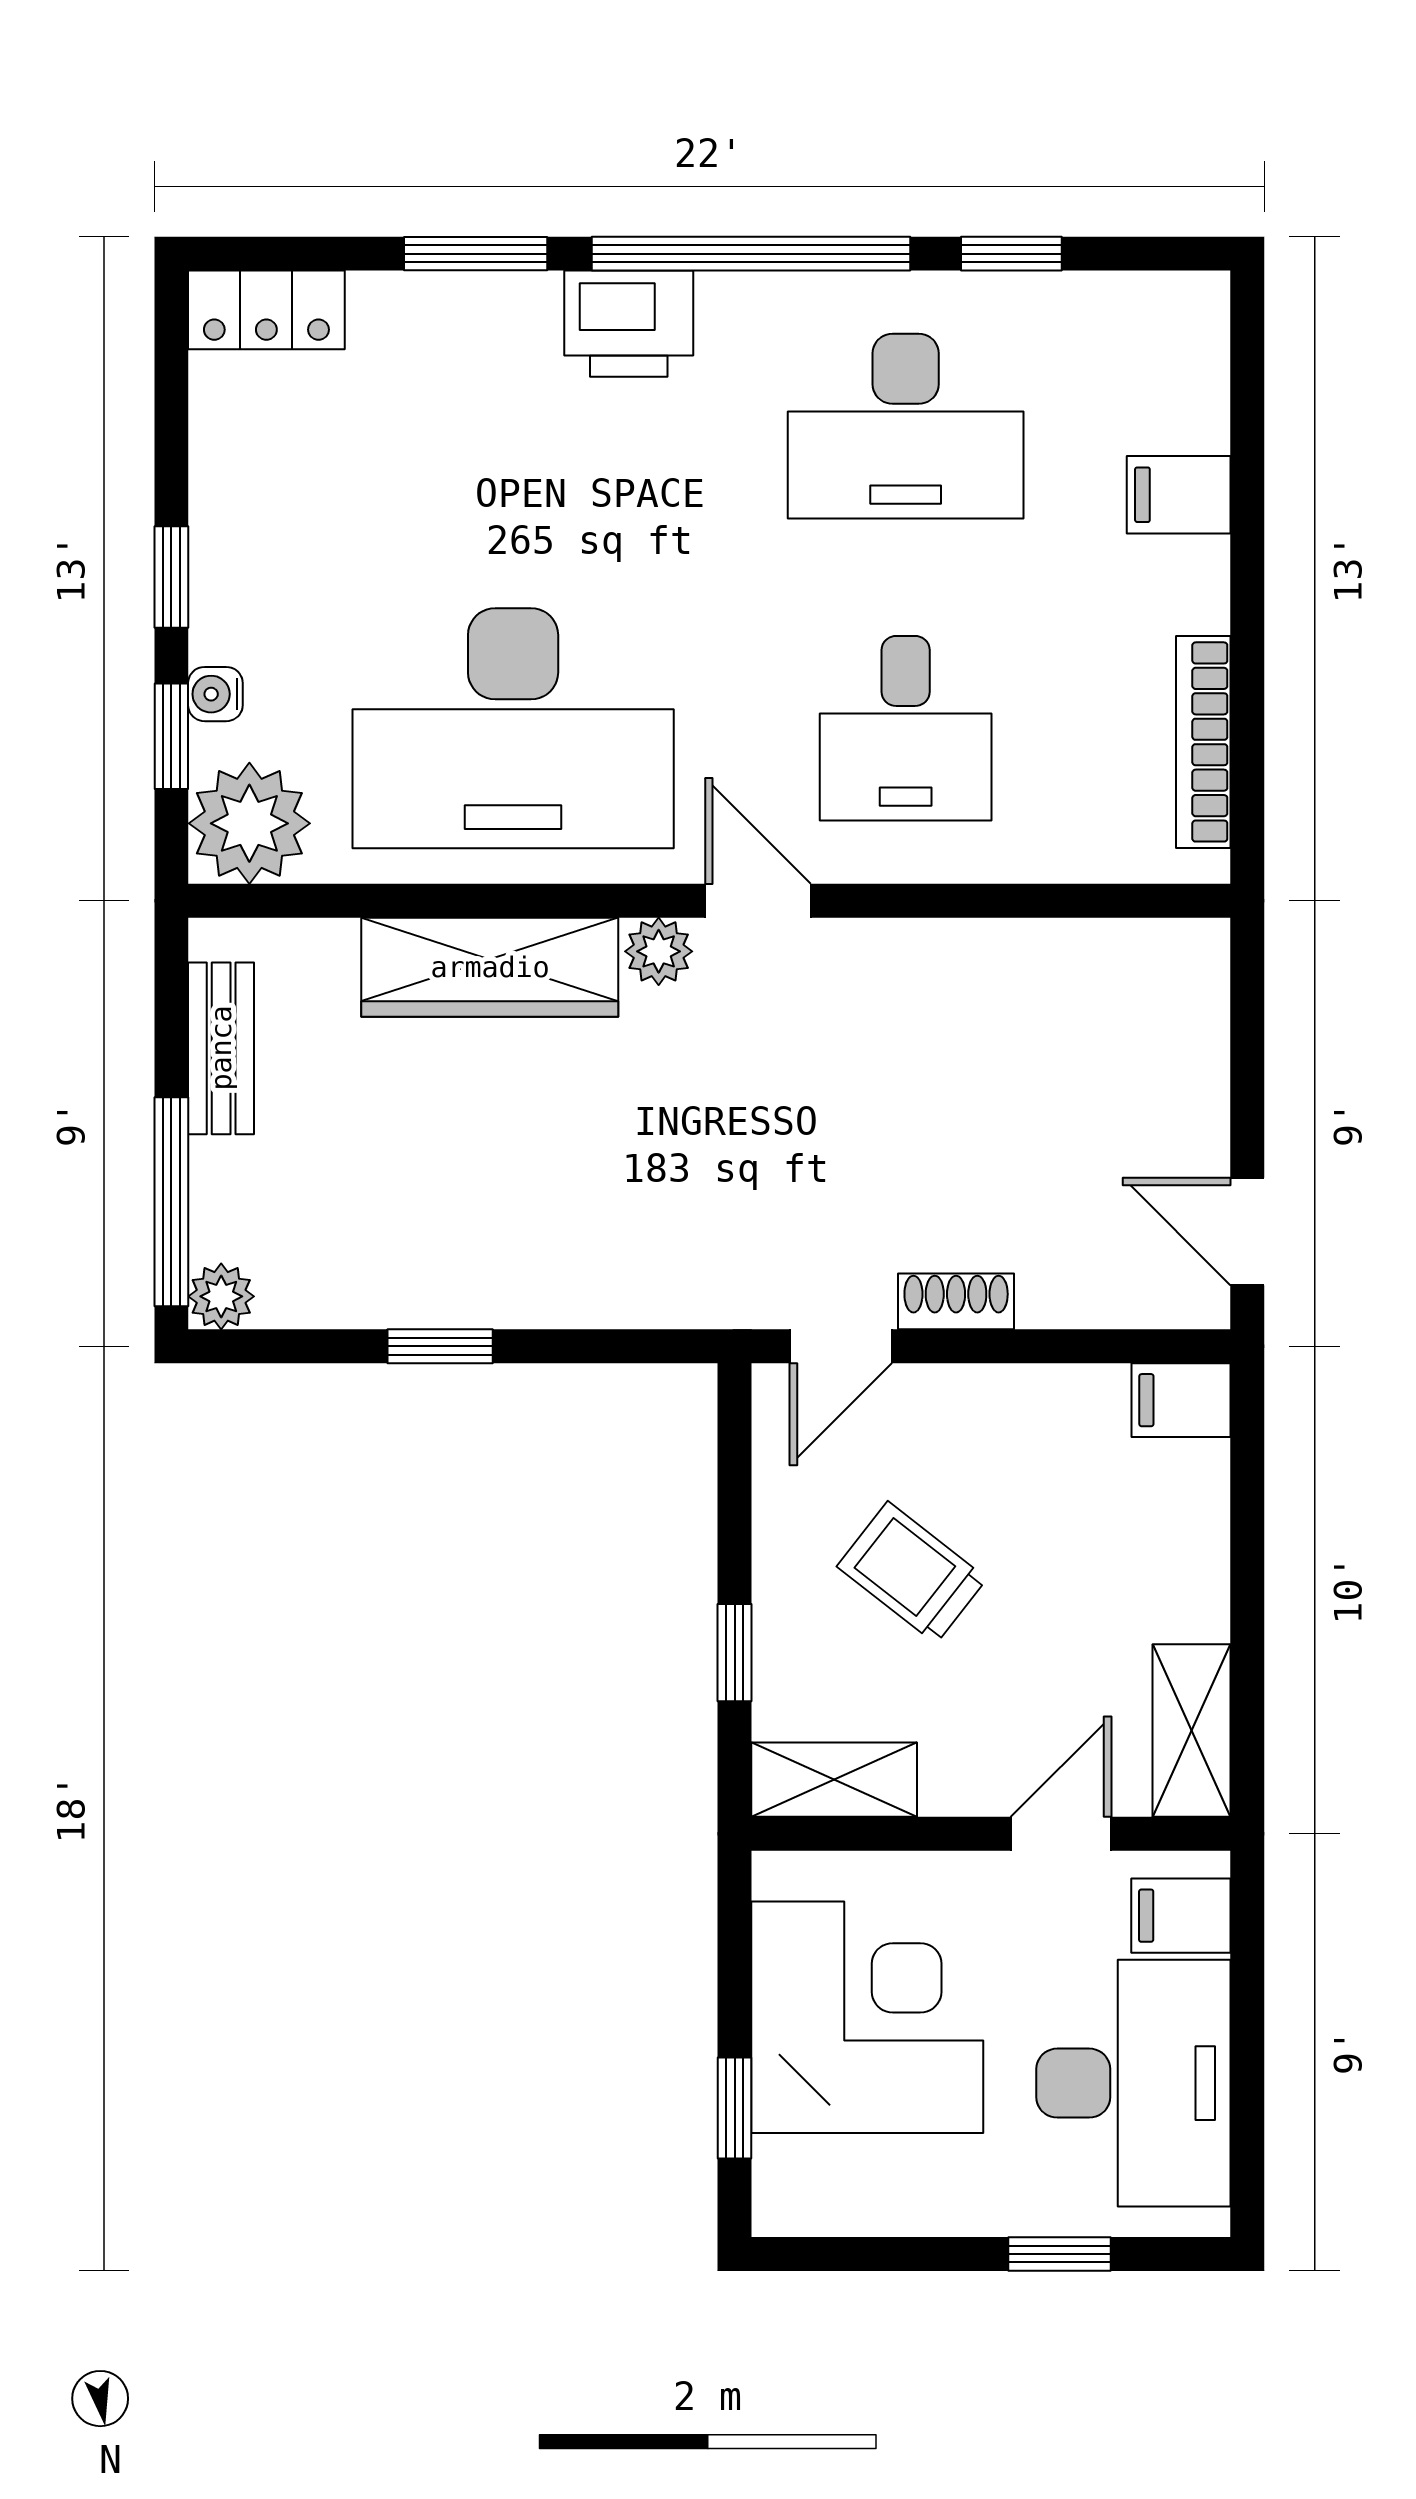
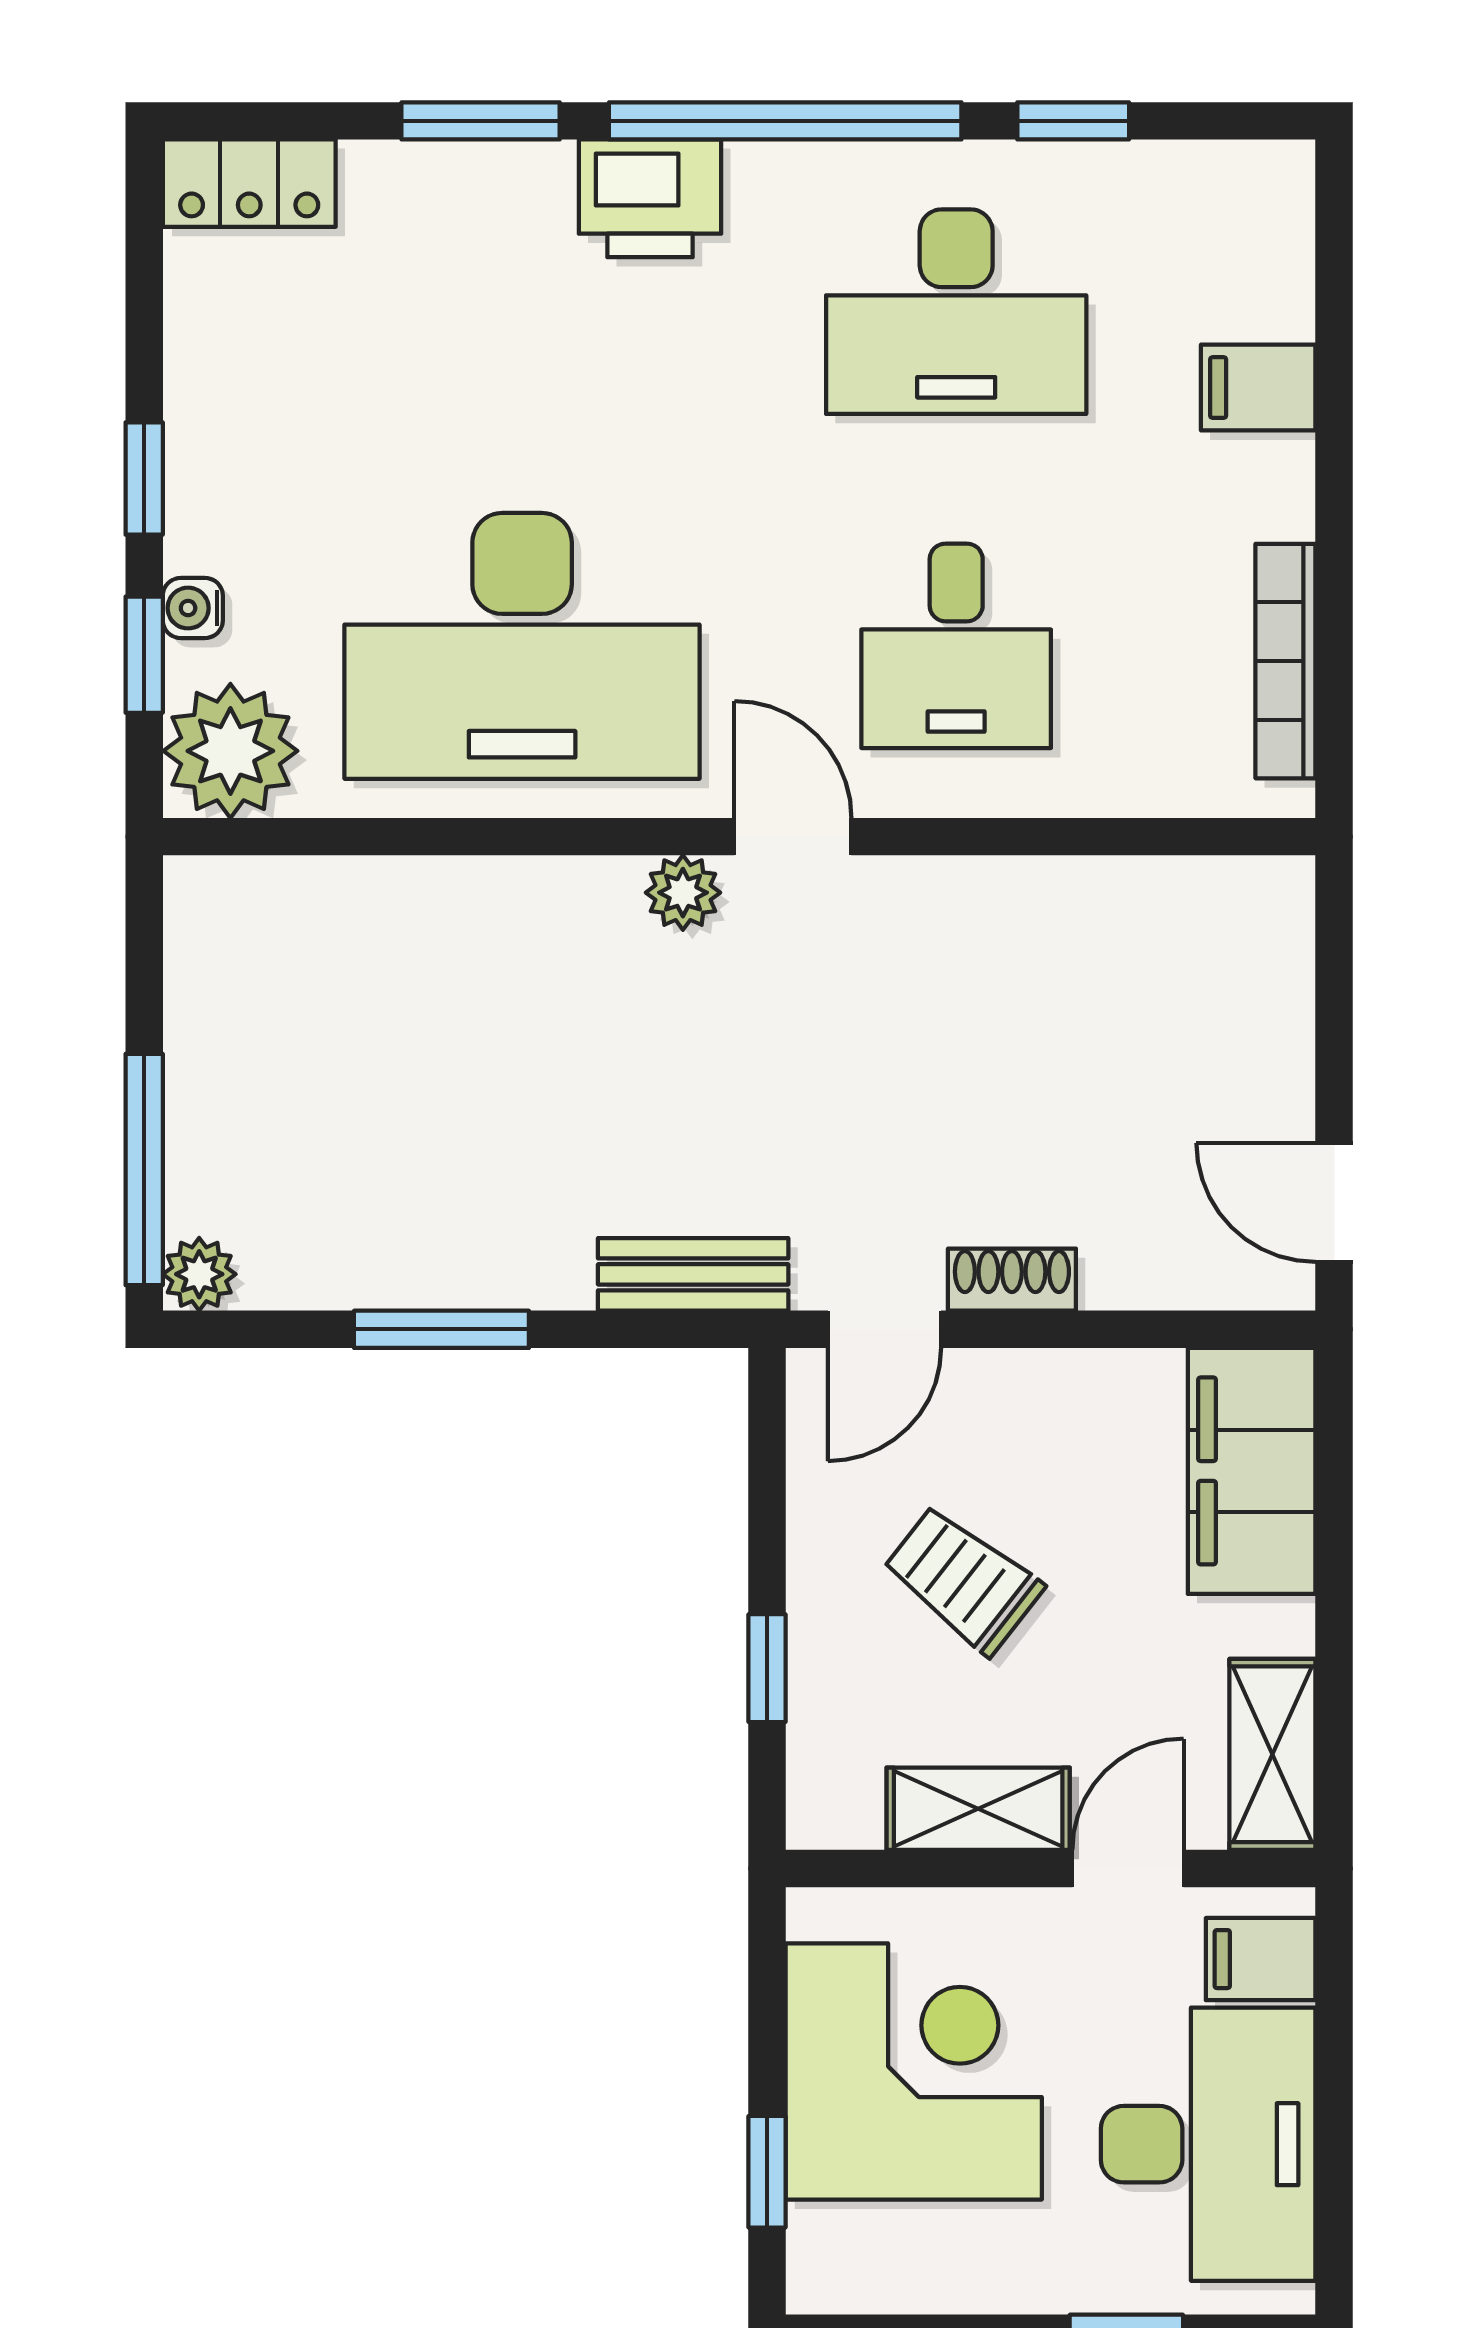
wardrobe: (490, 967) -> (496, 910), removed
bench: (221, 1048) -> (693, 1274), moved, turned 90
window: (440, 1346) -> (441, 1329), width x1.50
filing cabinet: (1181, 1400) -> (1252, 1471), width x3.00, depth x1.17
shelving: (834, 1780) -> (978, 1809), moved

